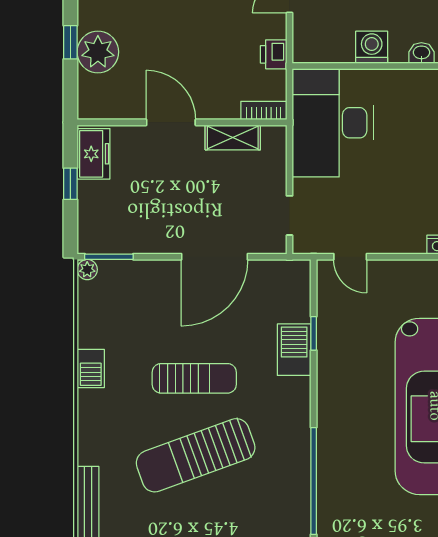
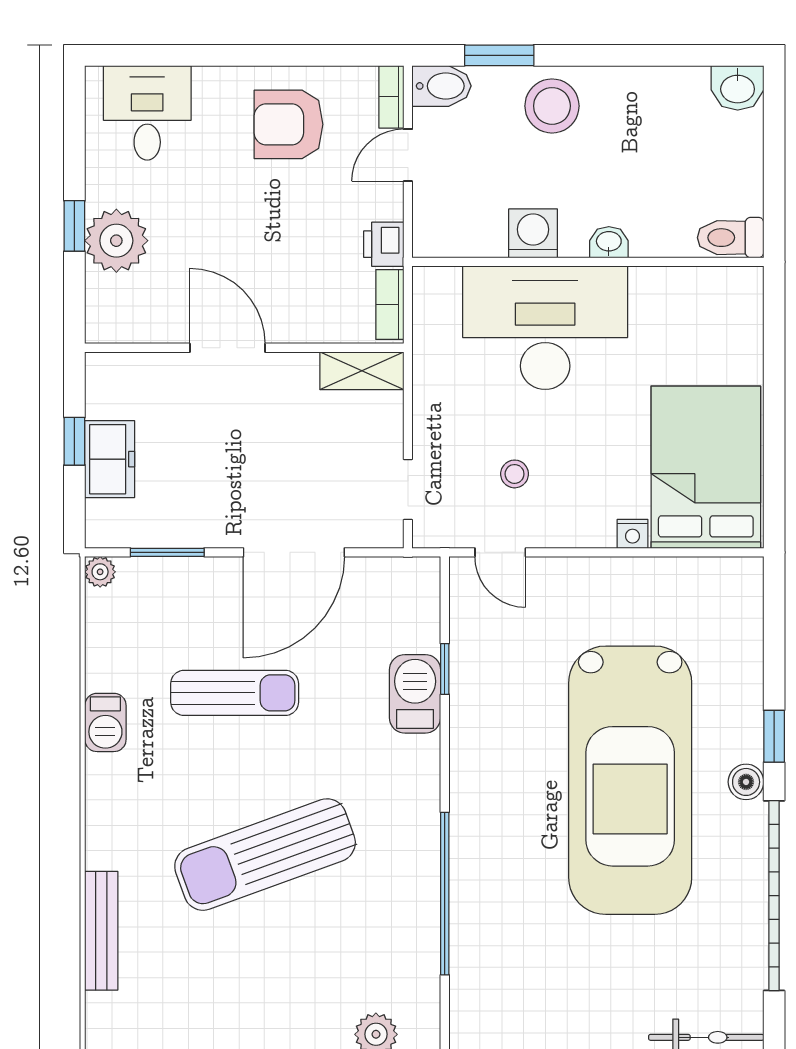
bookcase: (264, 111) -> (390, 305), moved, turned -90
desk: (333, 123) -> (545, 328), moved, turned 90
shelving: (233, 137) -> (362, 371), moved
freezer: (94, 154) -> (110, 459), moved
stool: (360, 205) -> (515, 474), added
window: (109, 257) -> (167, 552), moved
sun lounger: (194, 378) -> (235, 693), moved

